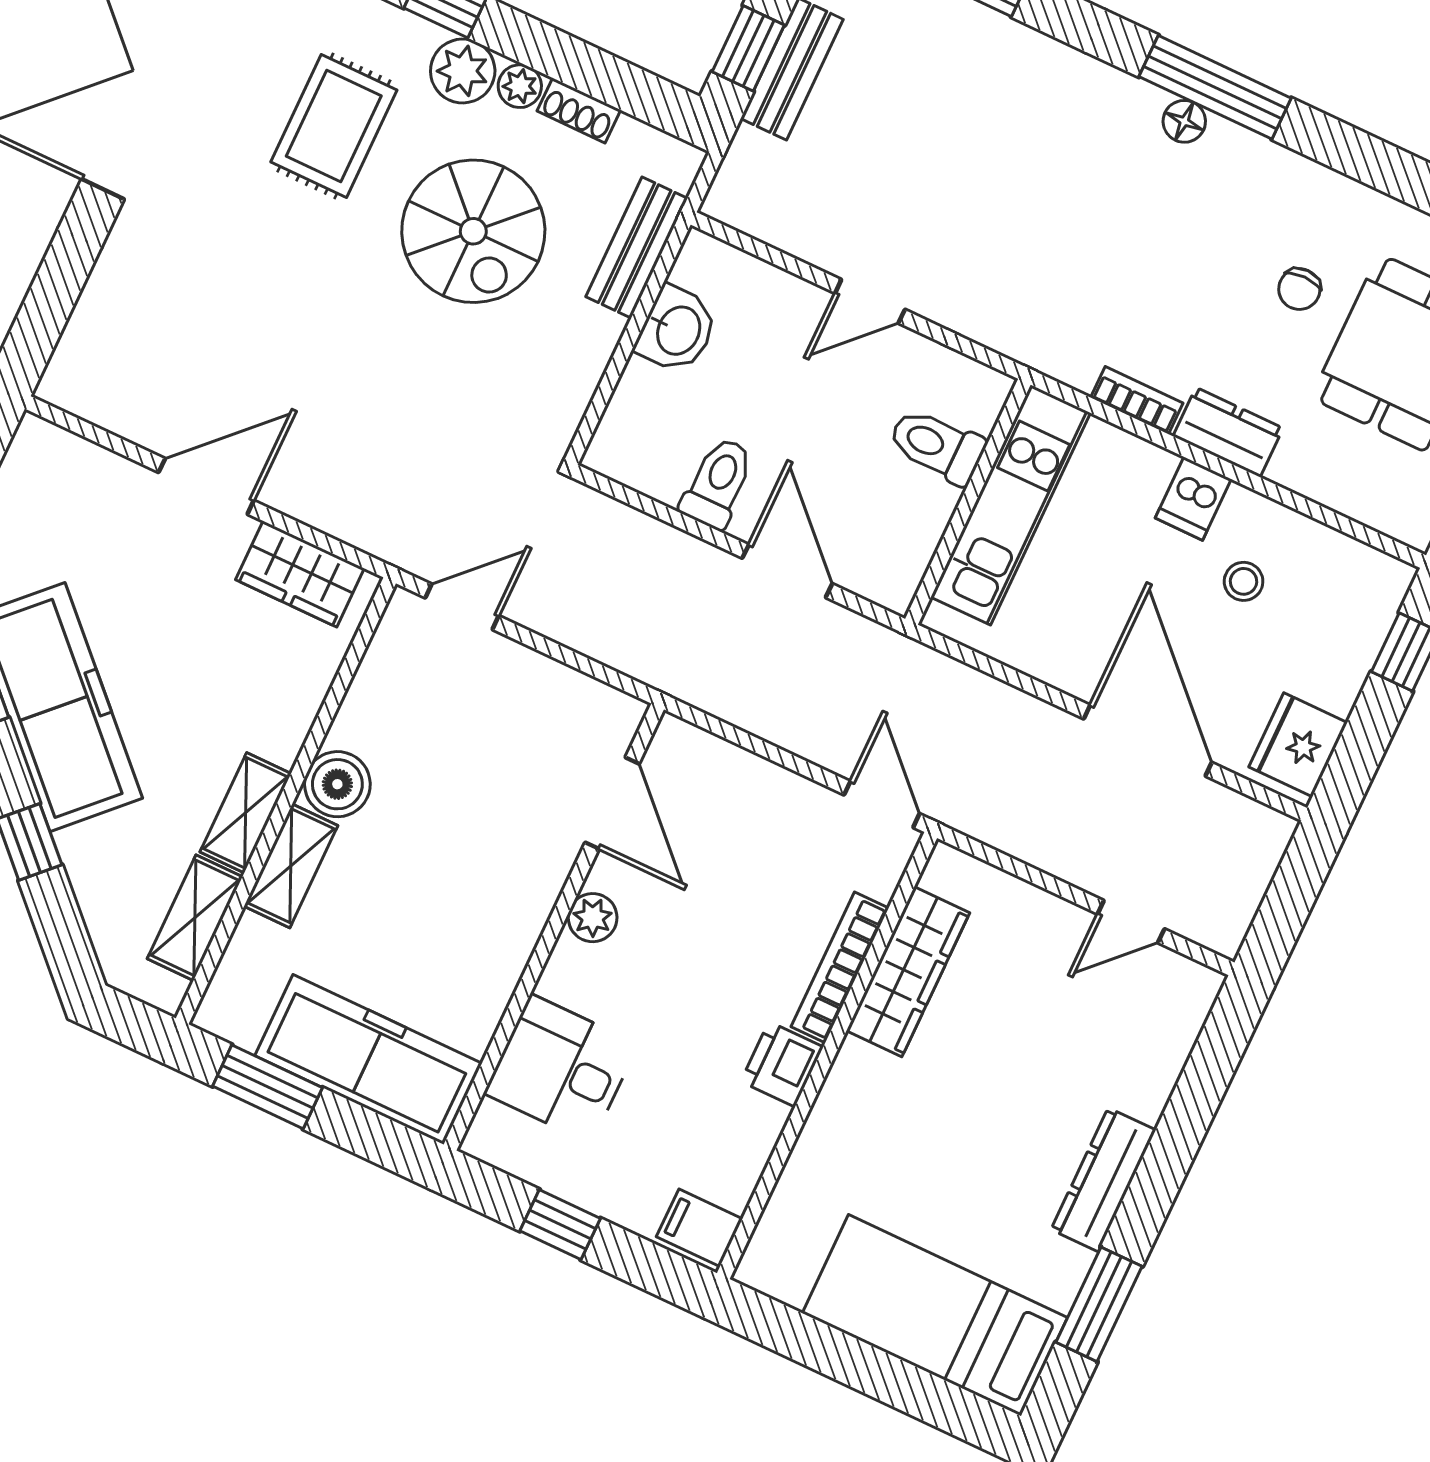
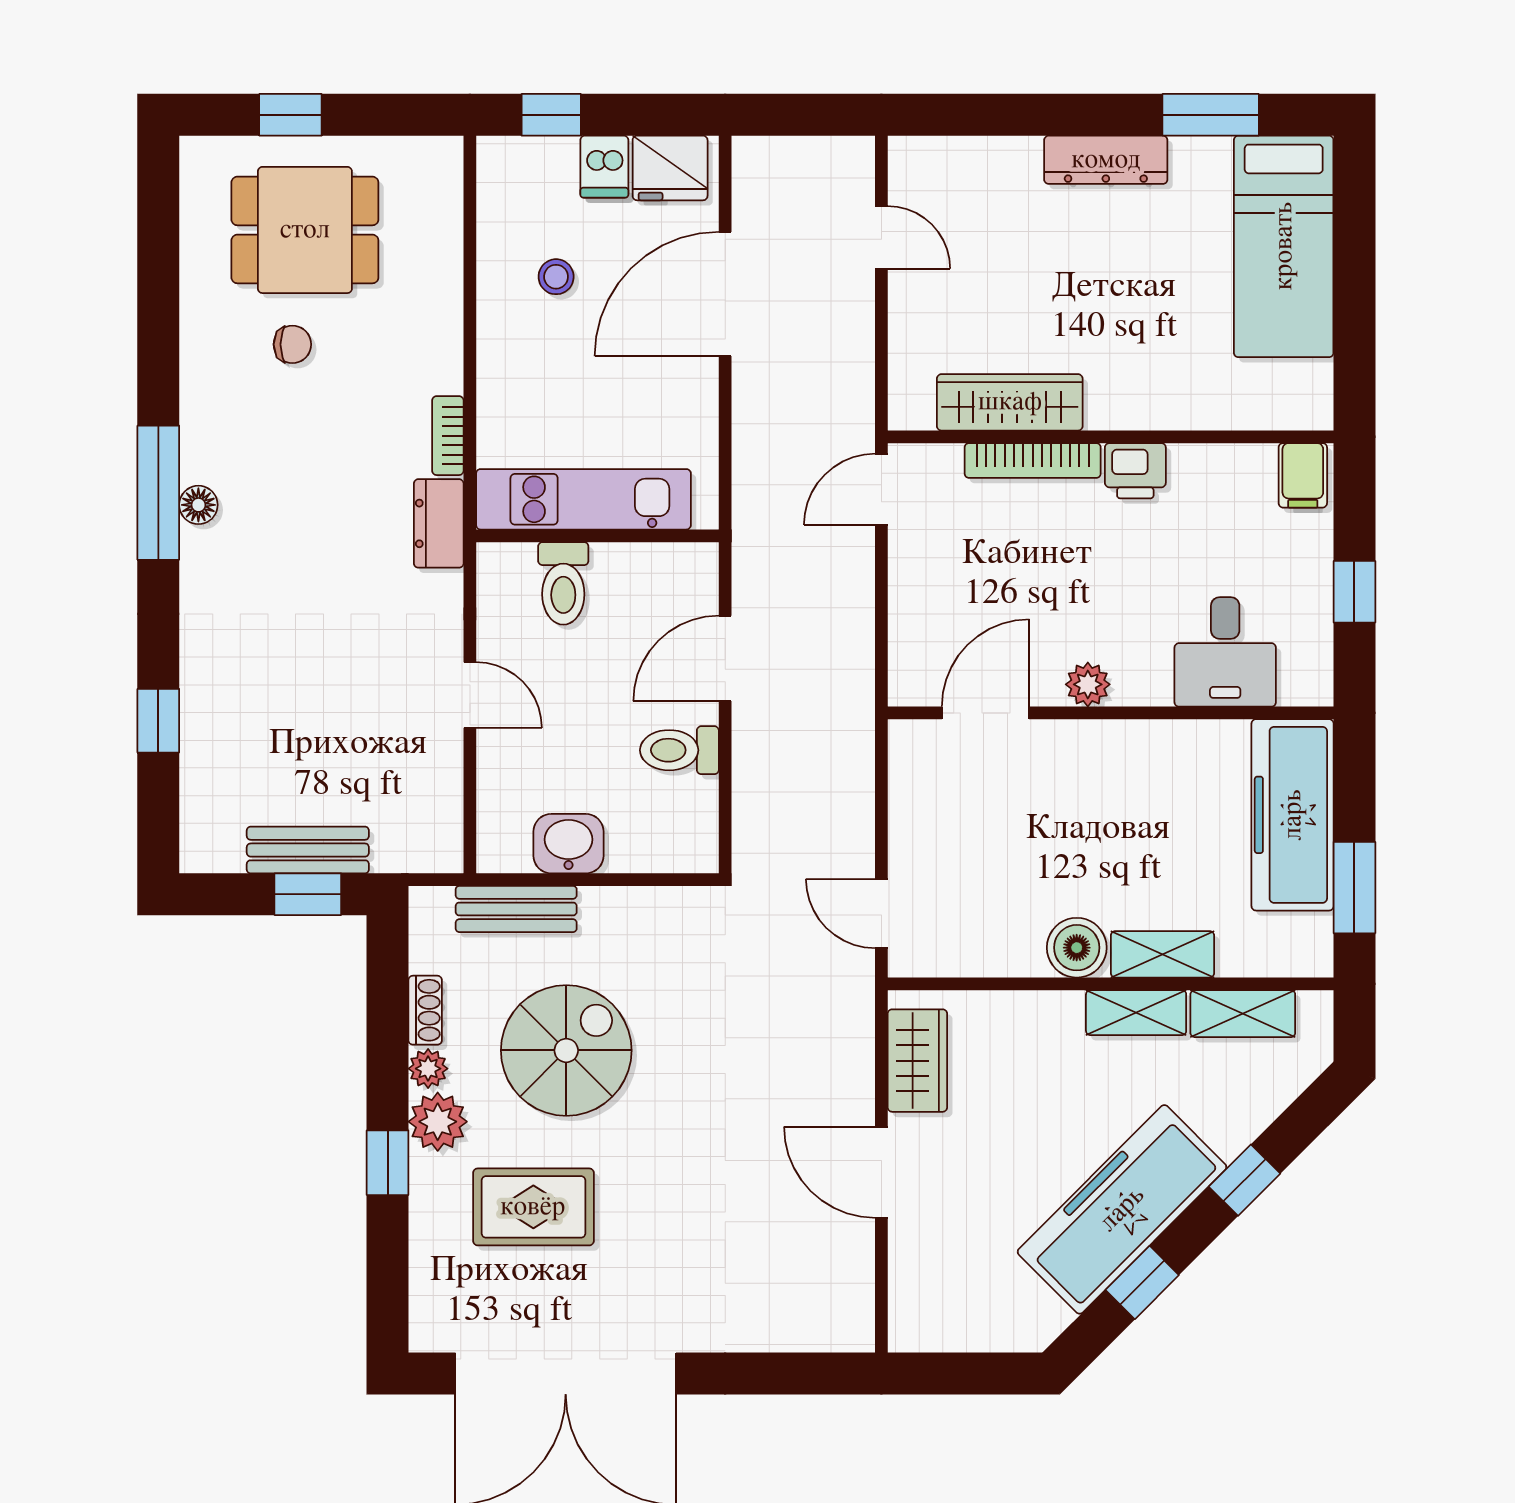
dresser: (1228, 432) -> (439, 523), moved
dishwasher: (1193, 499) -> (604, 167), moved, turned 90

